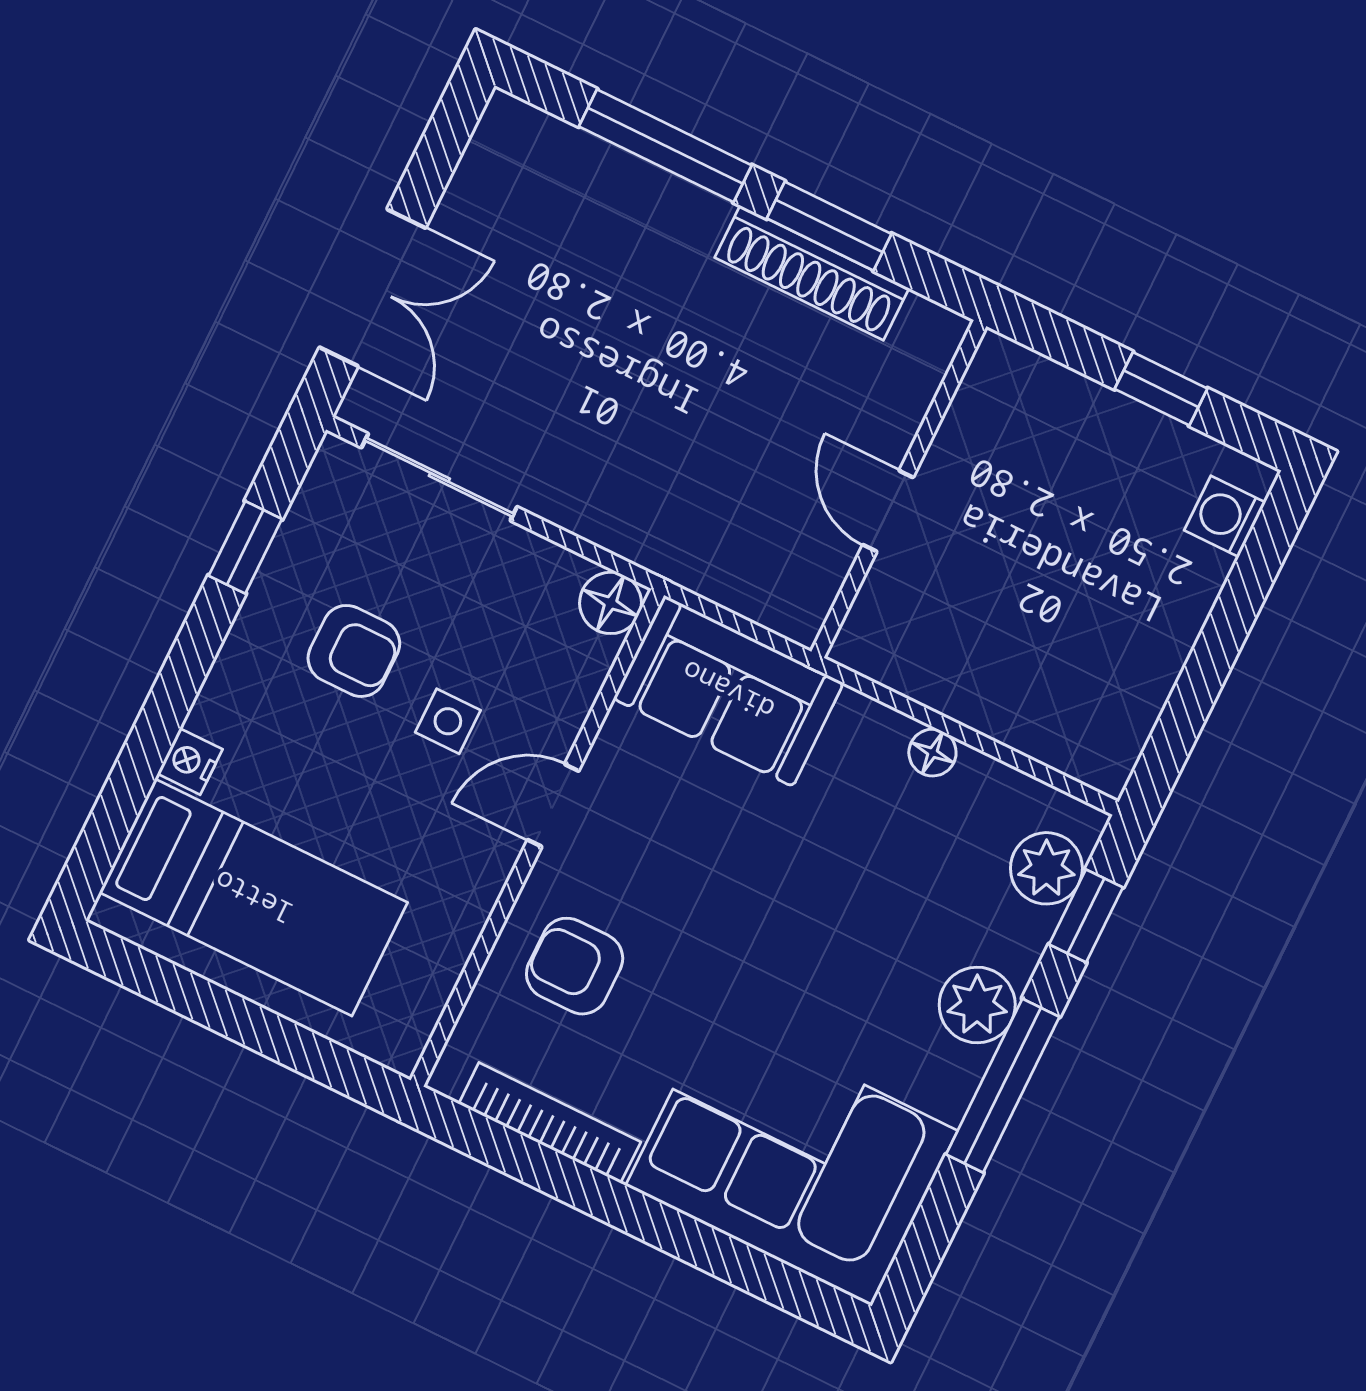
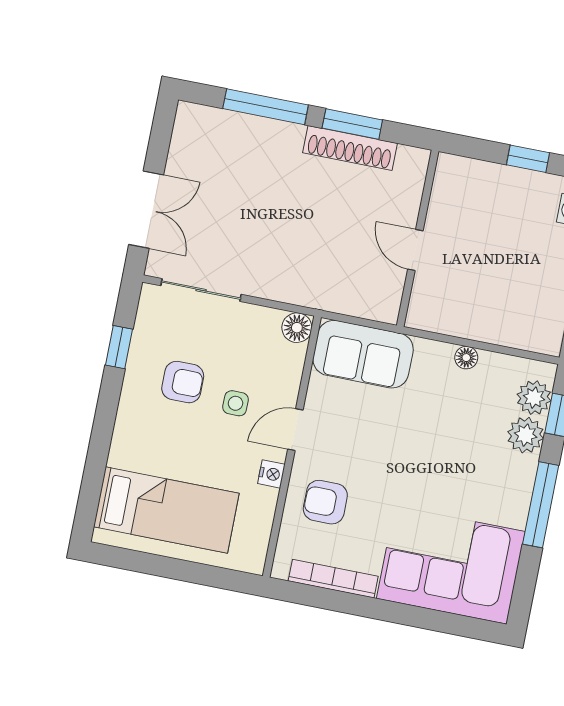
nightstand: (190, 761) -> (271, 474), moved, turned 180
plant: (977, 1005) -> (526, 435), moved

